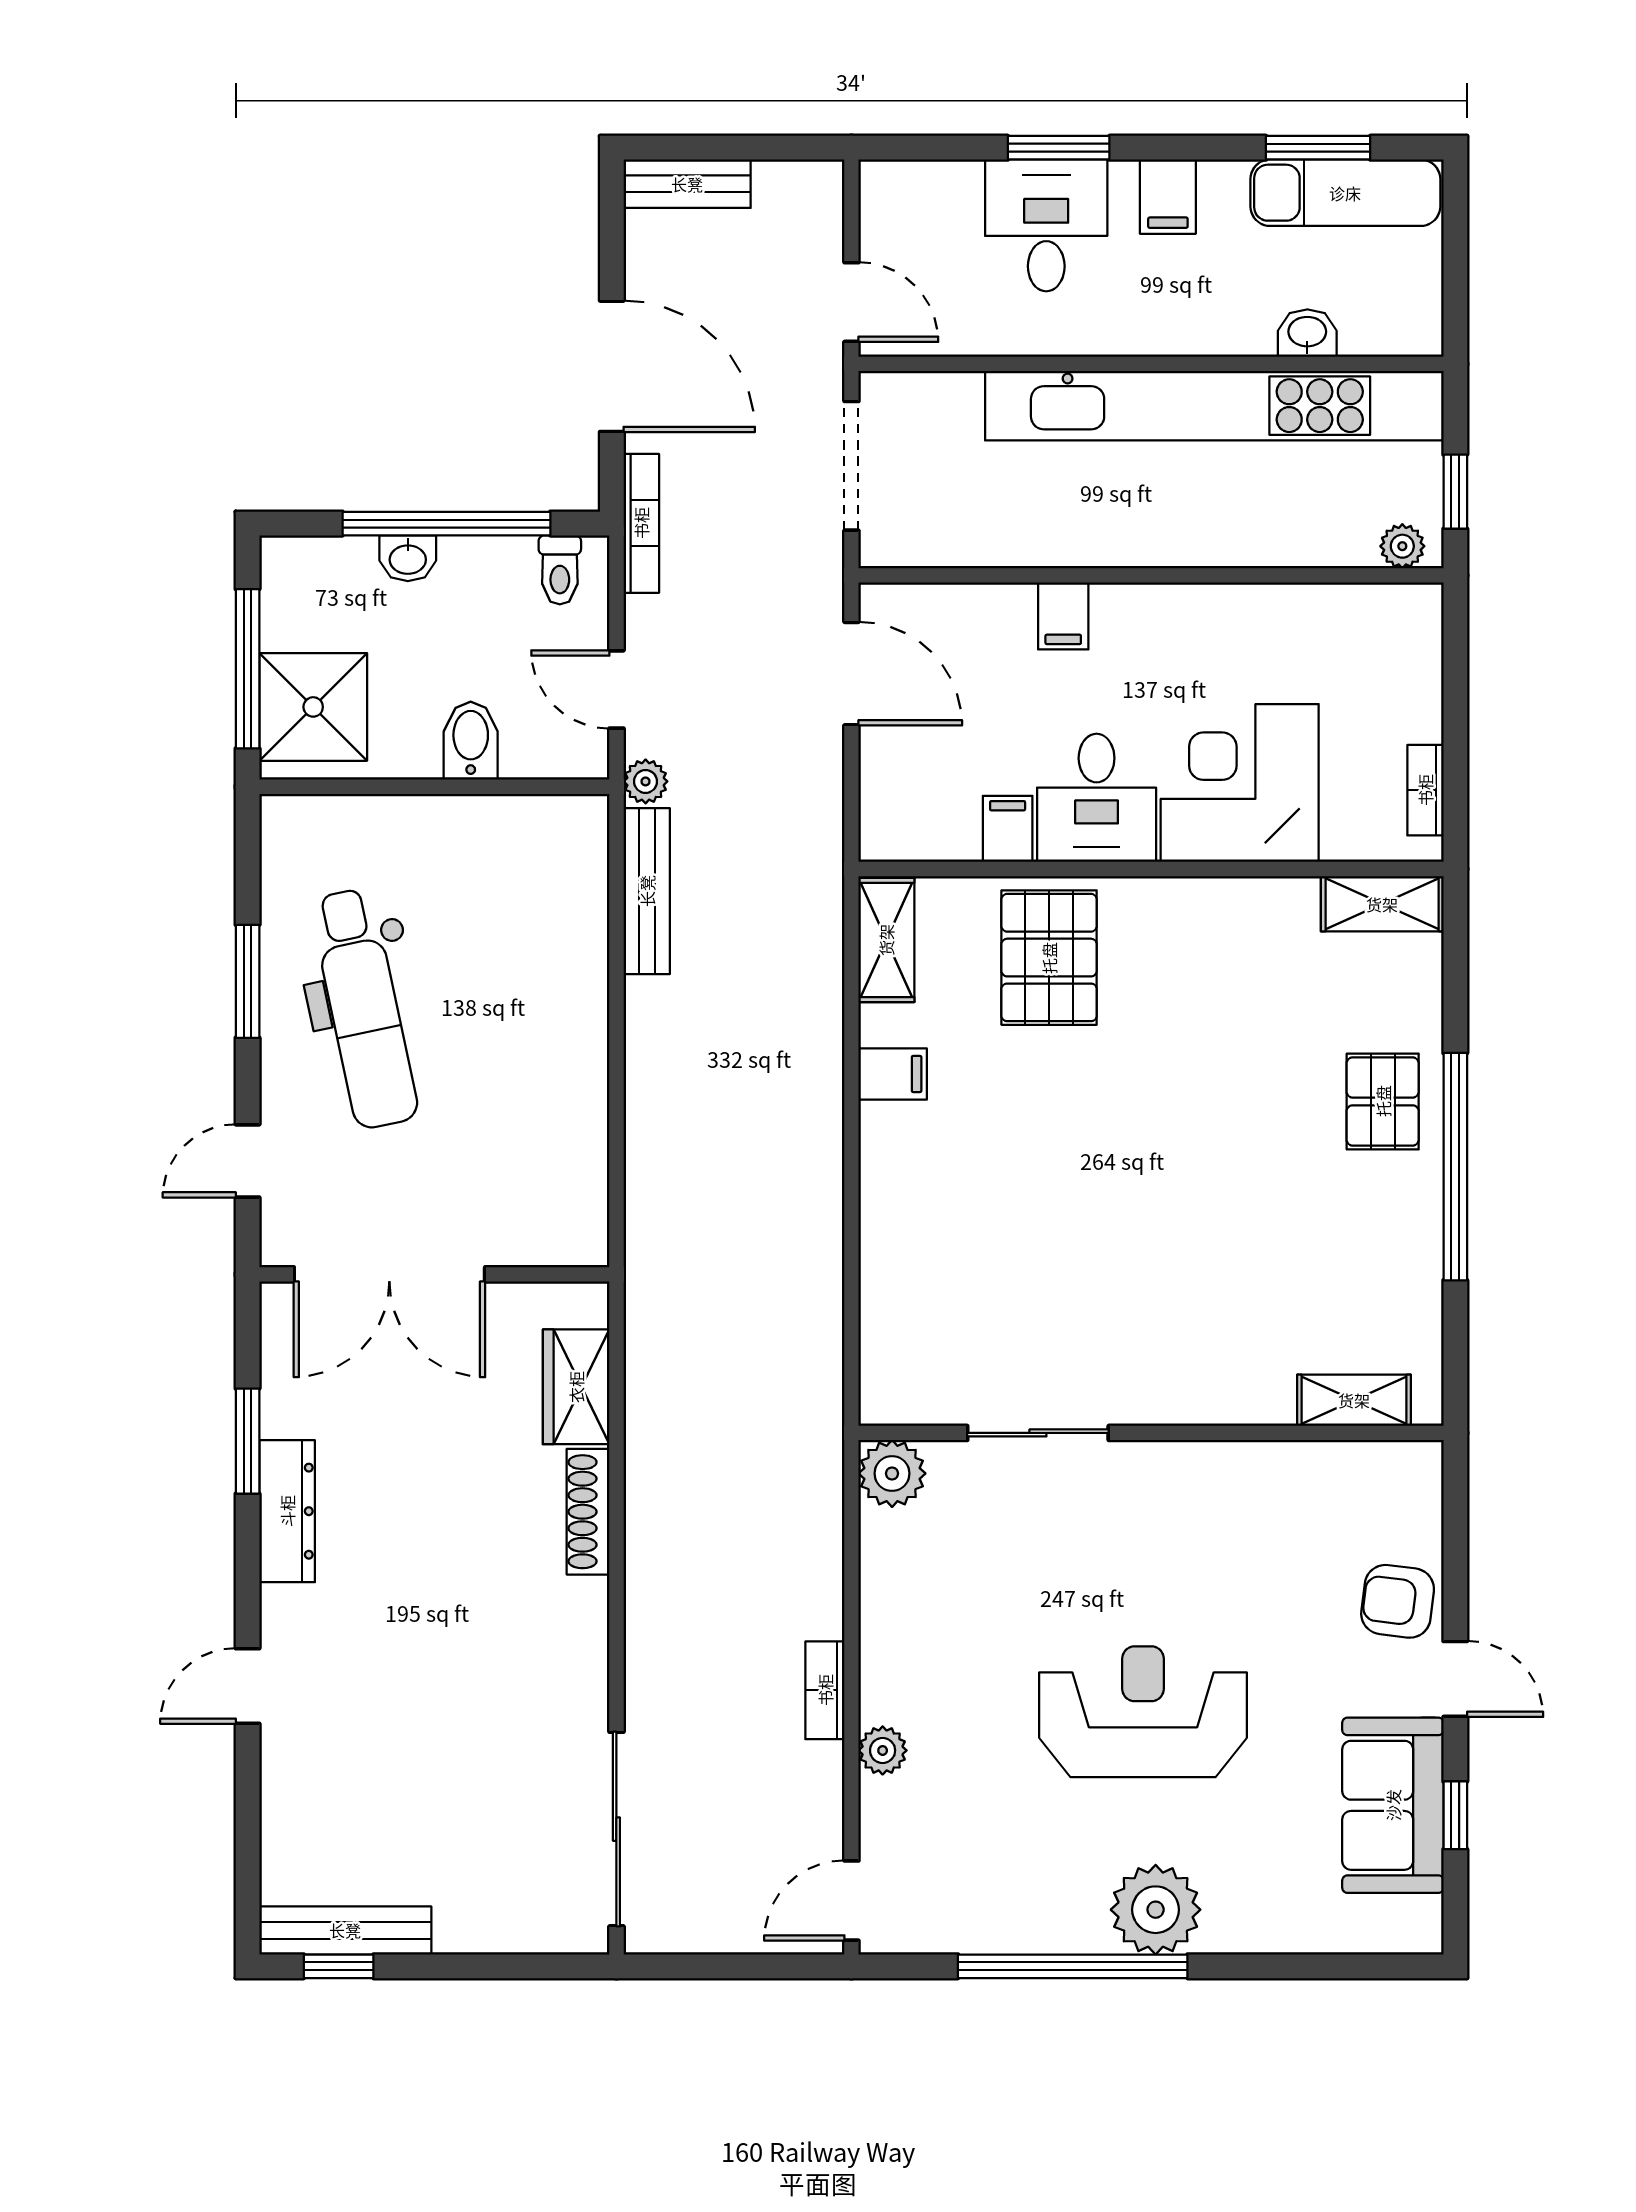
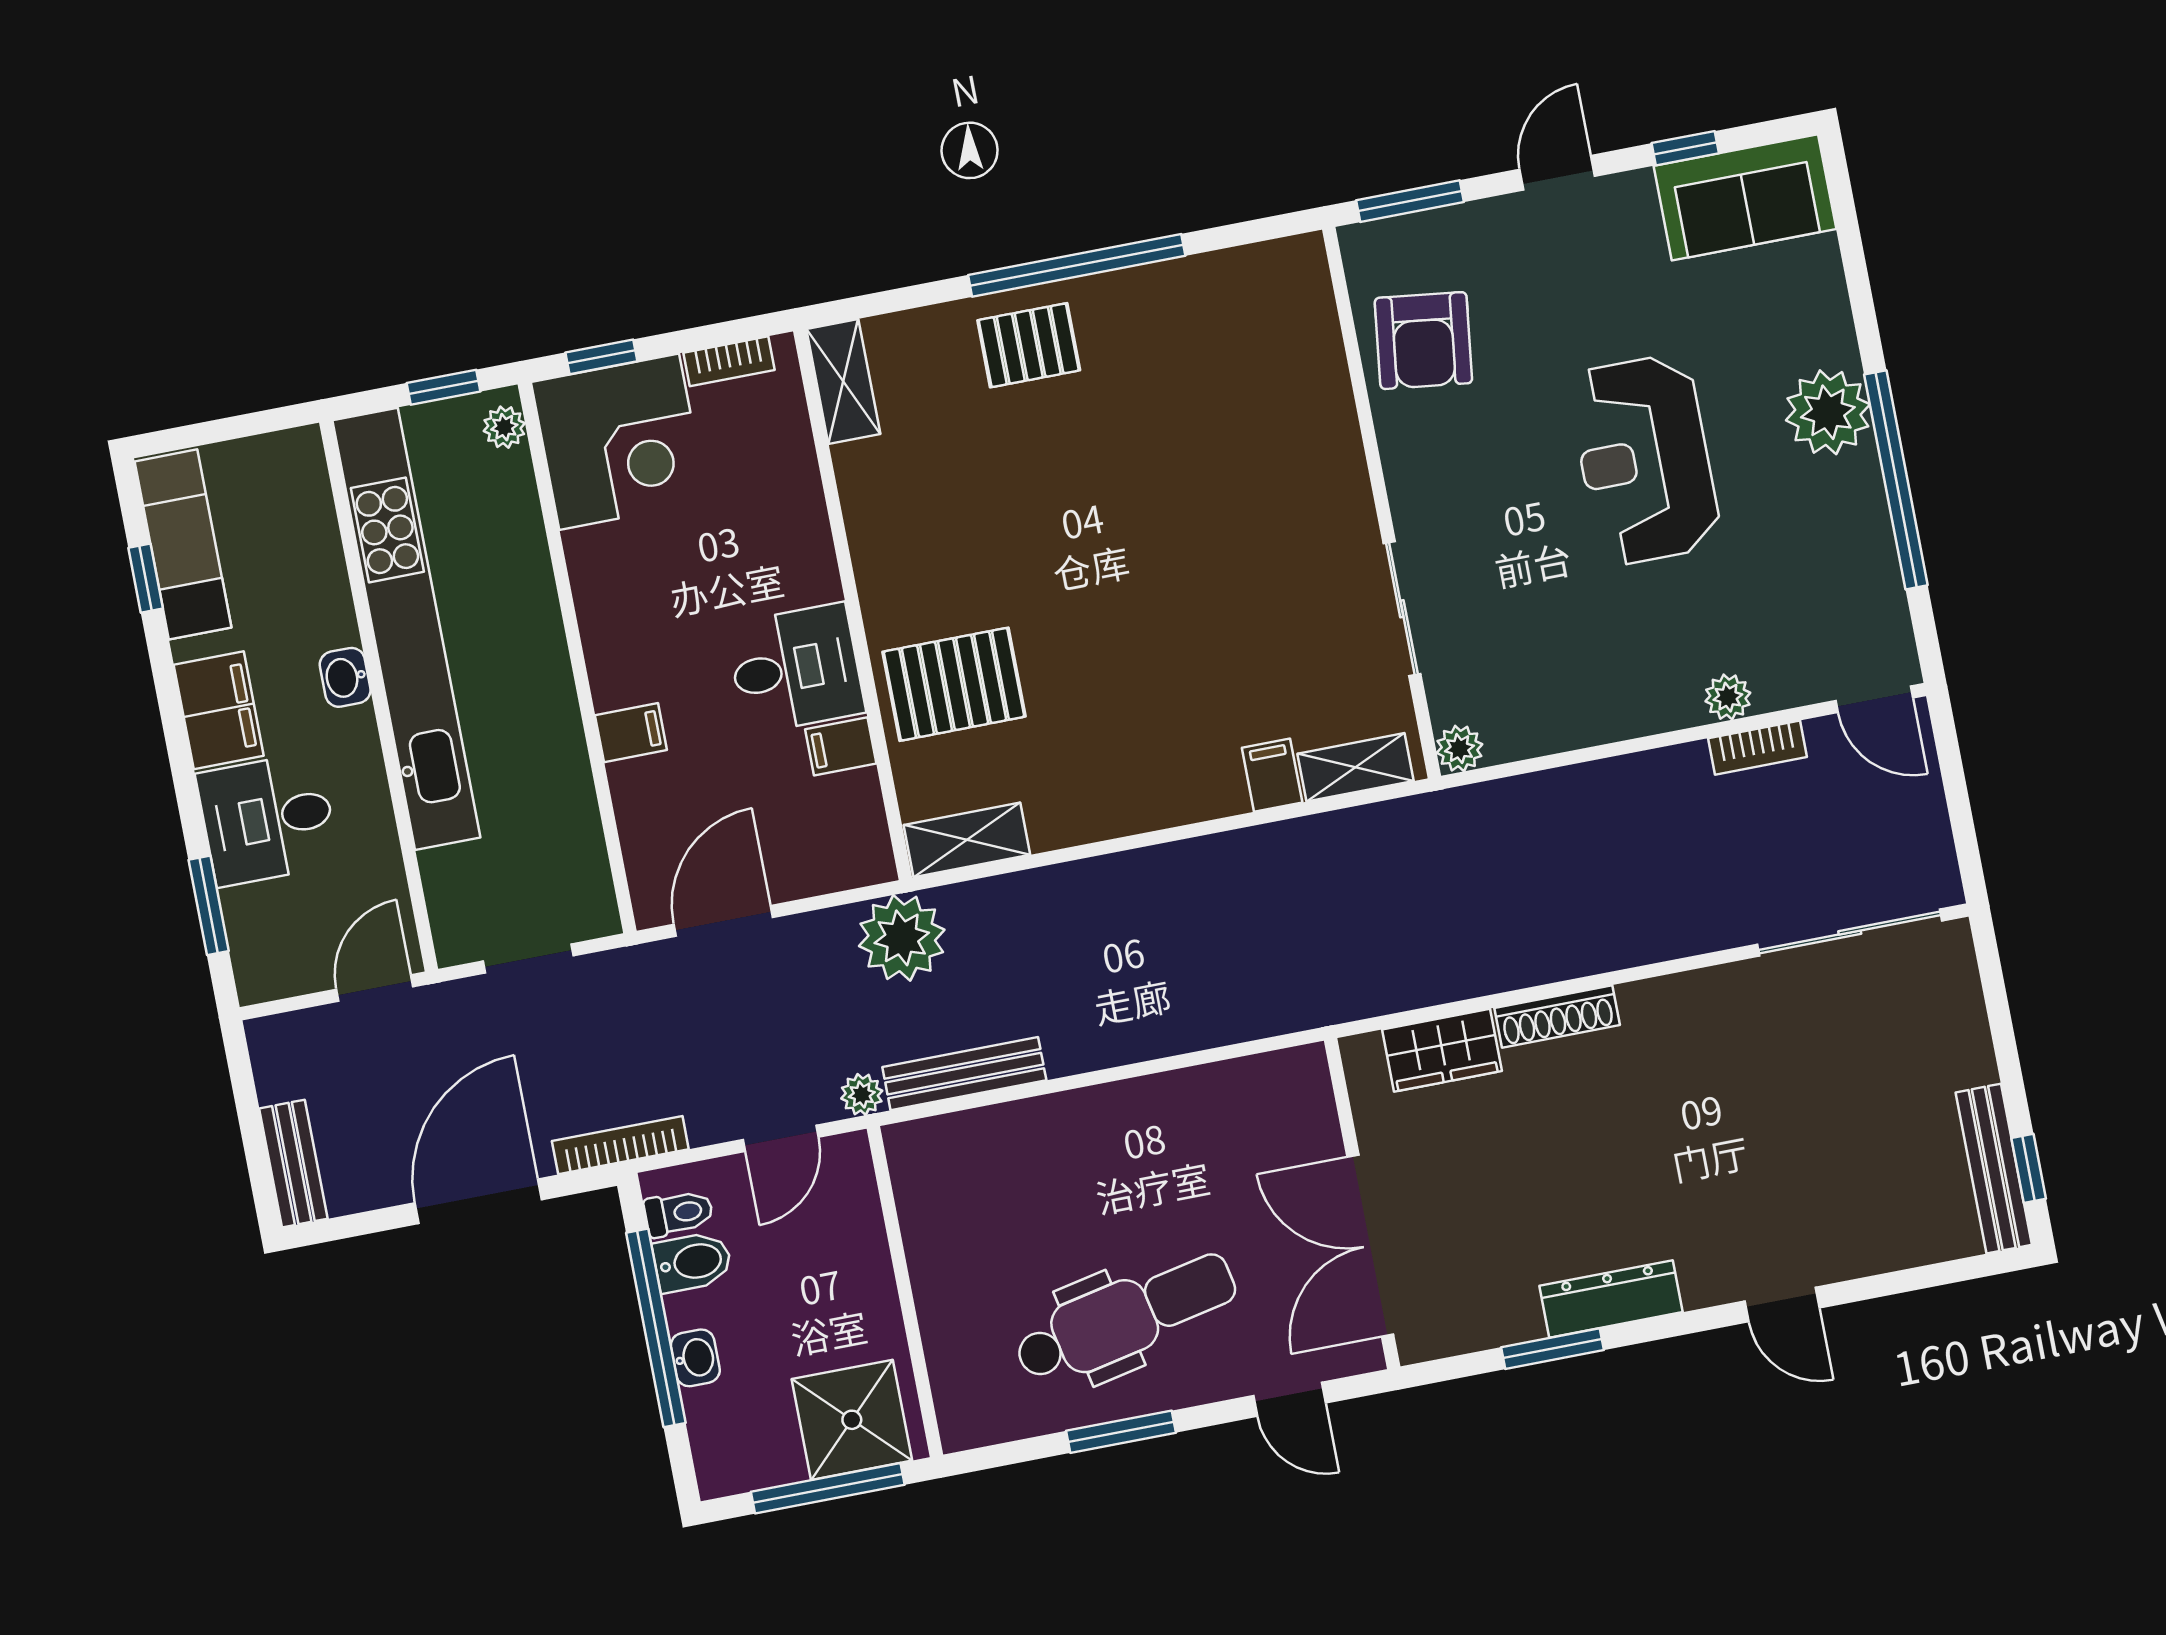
window: (1059, 148) -> (209, 905), moved
window: (1318, 148) -> (146, 578), width x0.67
filing cabinet: (1168, 197) -> (219, 710), width x2.00
washbasin: (1307, 333) -> (345, 677), moved
doorway: (851, 466) -> (528, 958), width x0.73
window: (1455, 660) -> (601, 357), added
bidet: (471, 741) -> (693, 1262), moved, turned 180
corner desk: (1240, 783) -> (619, 442), moved, turned -90
plant: (799, 854) -> (902, 938), added
filing cabinet: (893, 1074) -> (1272, 775), moved
double door: (389, 1274) -> (1370, 1246), swing flipped
shelving: (1354, 1400) -> (1356, 767), moved, turned 90
plant: (892, 1473) -> (1459, 749), width x0.73, depth x0.73
window: (1455, 1522) -> (1410, 201), added
armchair: (1398, 1601) -> (1423, 341), moved, width x1.38, depth x1.38
bookcase: (825, 1690) -> (1757, 748), moved
sofa: (1393, 1805) -> (1745, 197), moved

